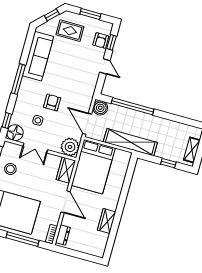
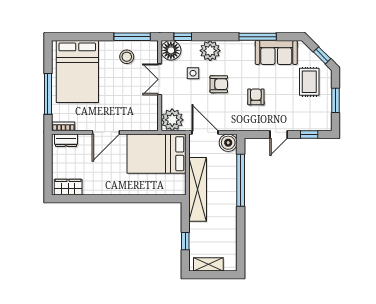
armchair: (101, 41) -> (256, 97), moved, turned 90
sofa: (38, 56) -> (276, 52), width x0.73
window: (18, 79) -> (258, 37), moved
plant: (24, 102) -> (210, 51), added
door: (87, 124) -> (205, 132), hinge flipped
wardrobe: (66, 170) -> (144, 122), removed
wardrobe: (107, 221) -> (68, 187), moved

